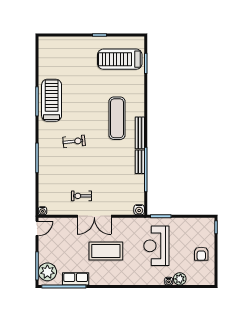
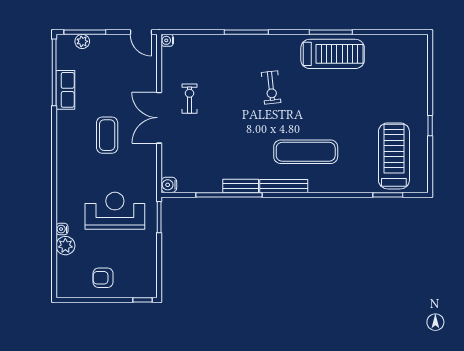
coffee table: (106, 251) -> (107, 135), width x0.73, depth x0.76
plant: (47, 272) -> (82, 41), width x0.53, depth x0.53

